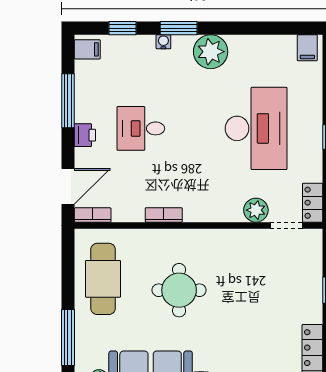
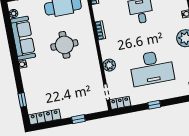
plant: (256, 210) -> (109, 65), moved

